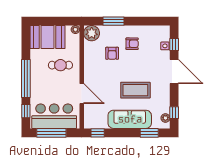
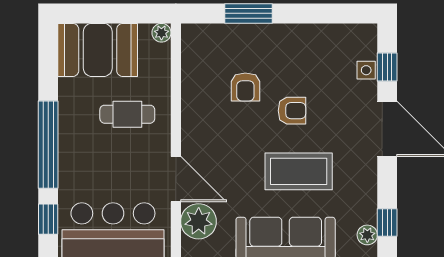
plant: (92, 33) -> (199, 221), moved
armchair: (132, 44) -> (292, 111), moved

